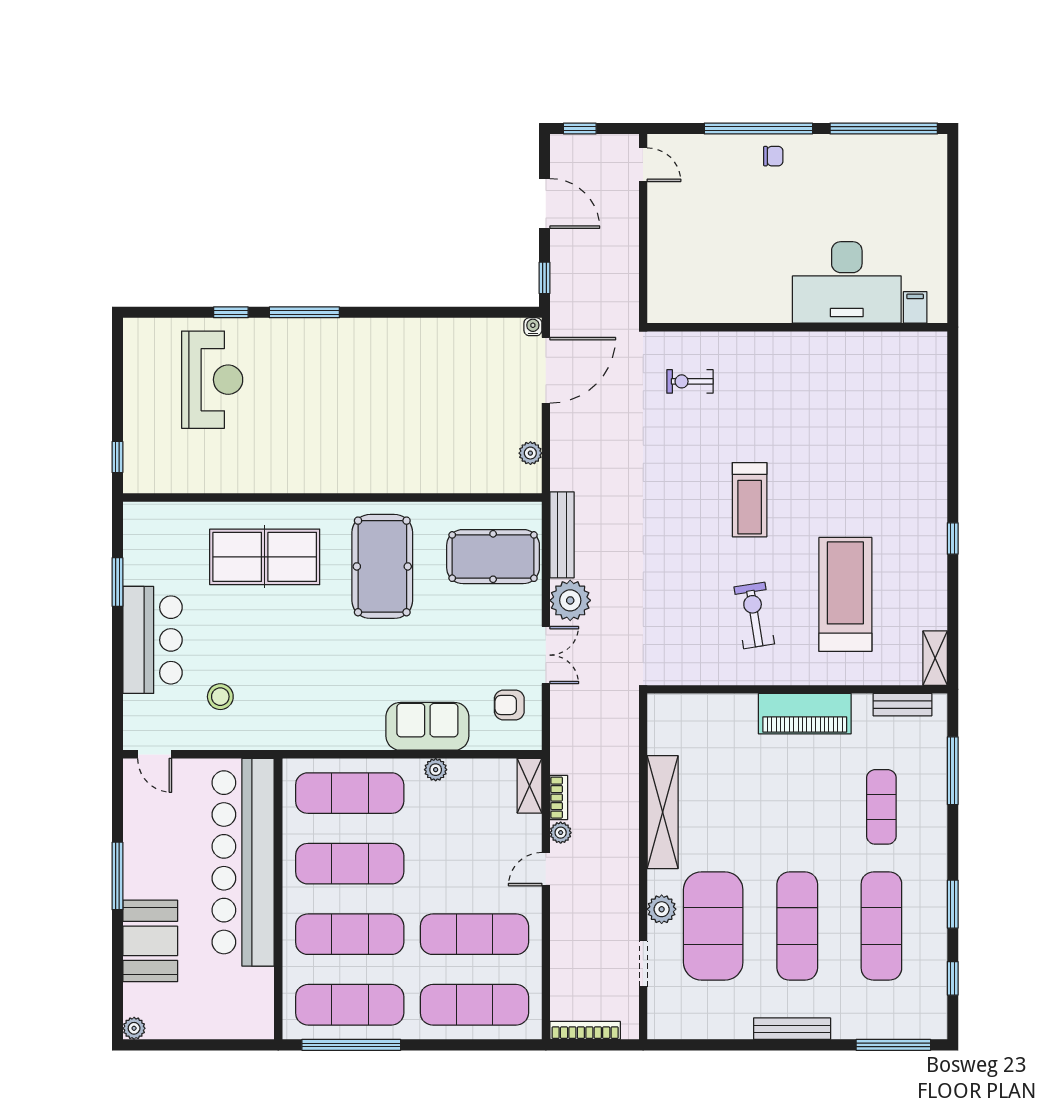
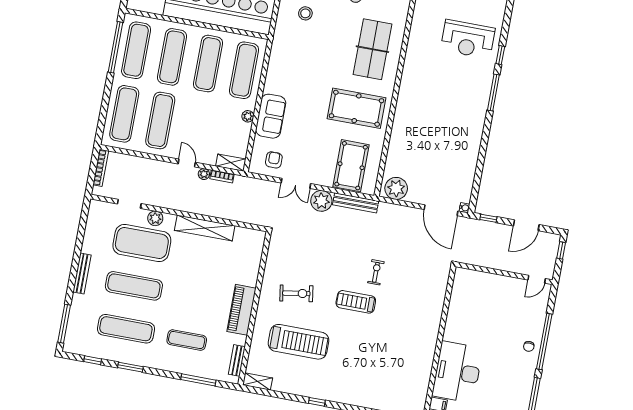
exercise bike: (690, 381) -> (376, 272), moved
plant: (530, 453) -> (396, 188), width x1.87, depth x1.87

